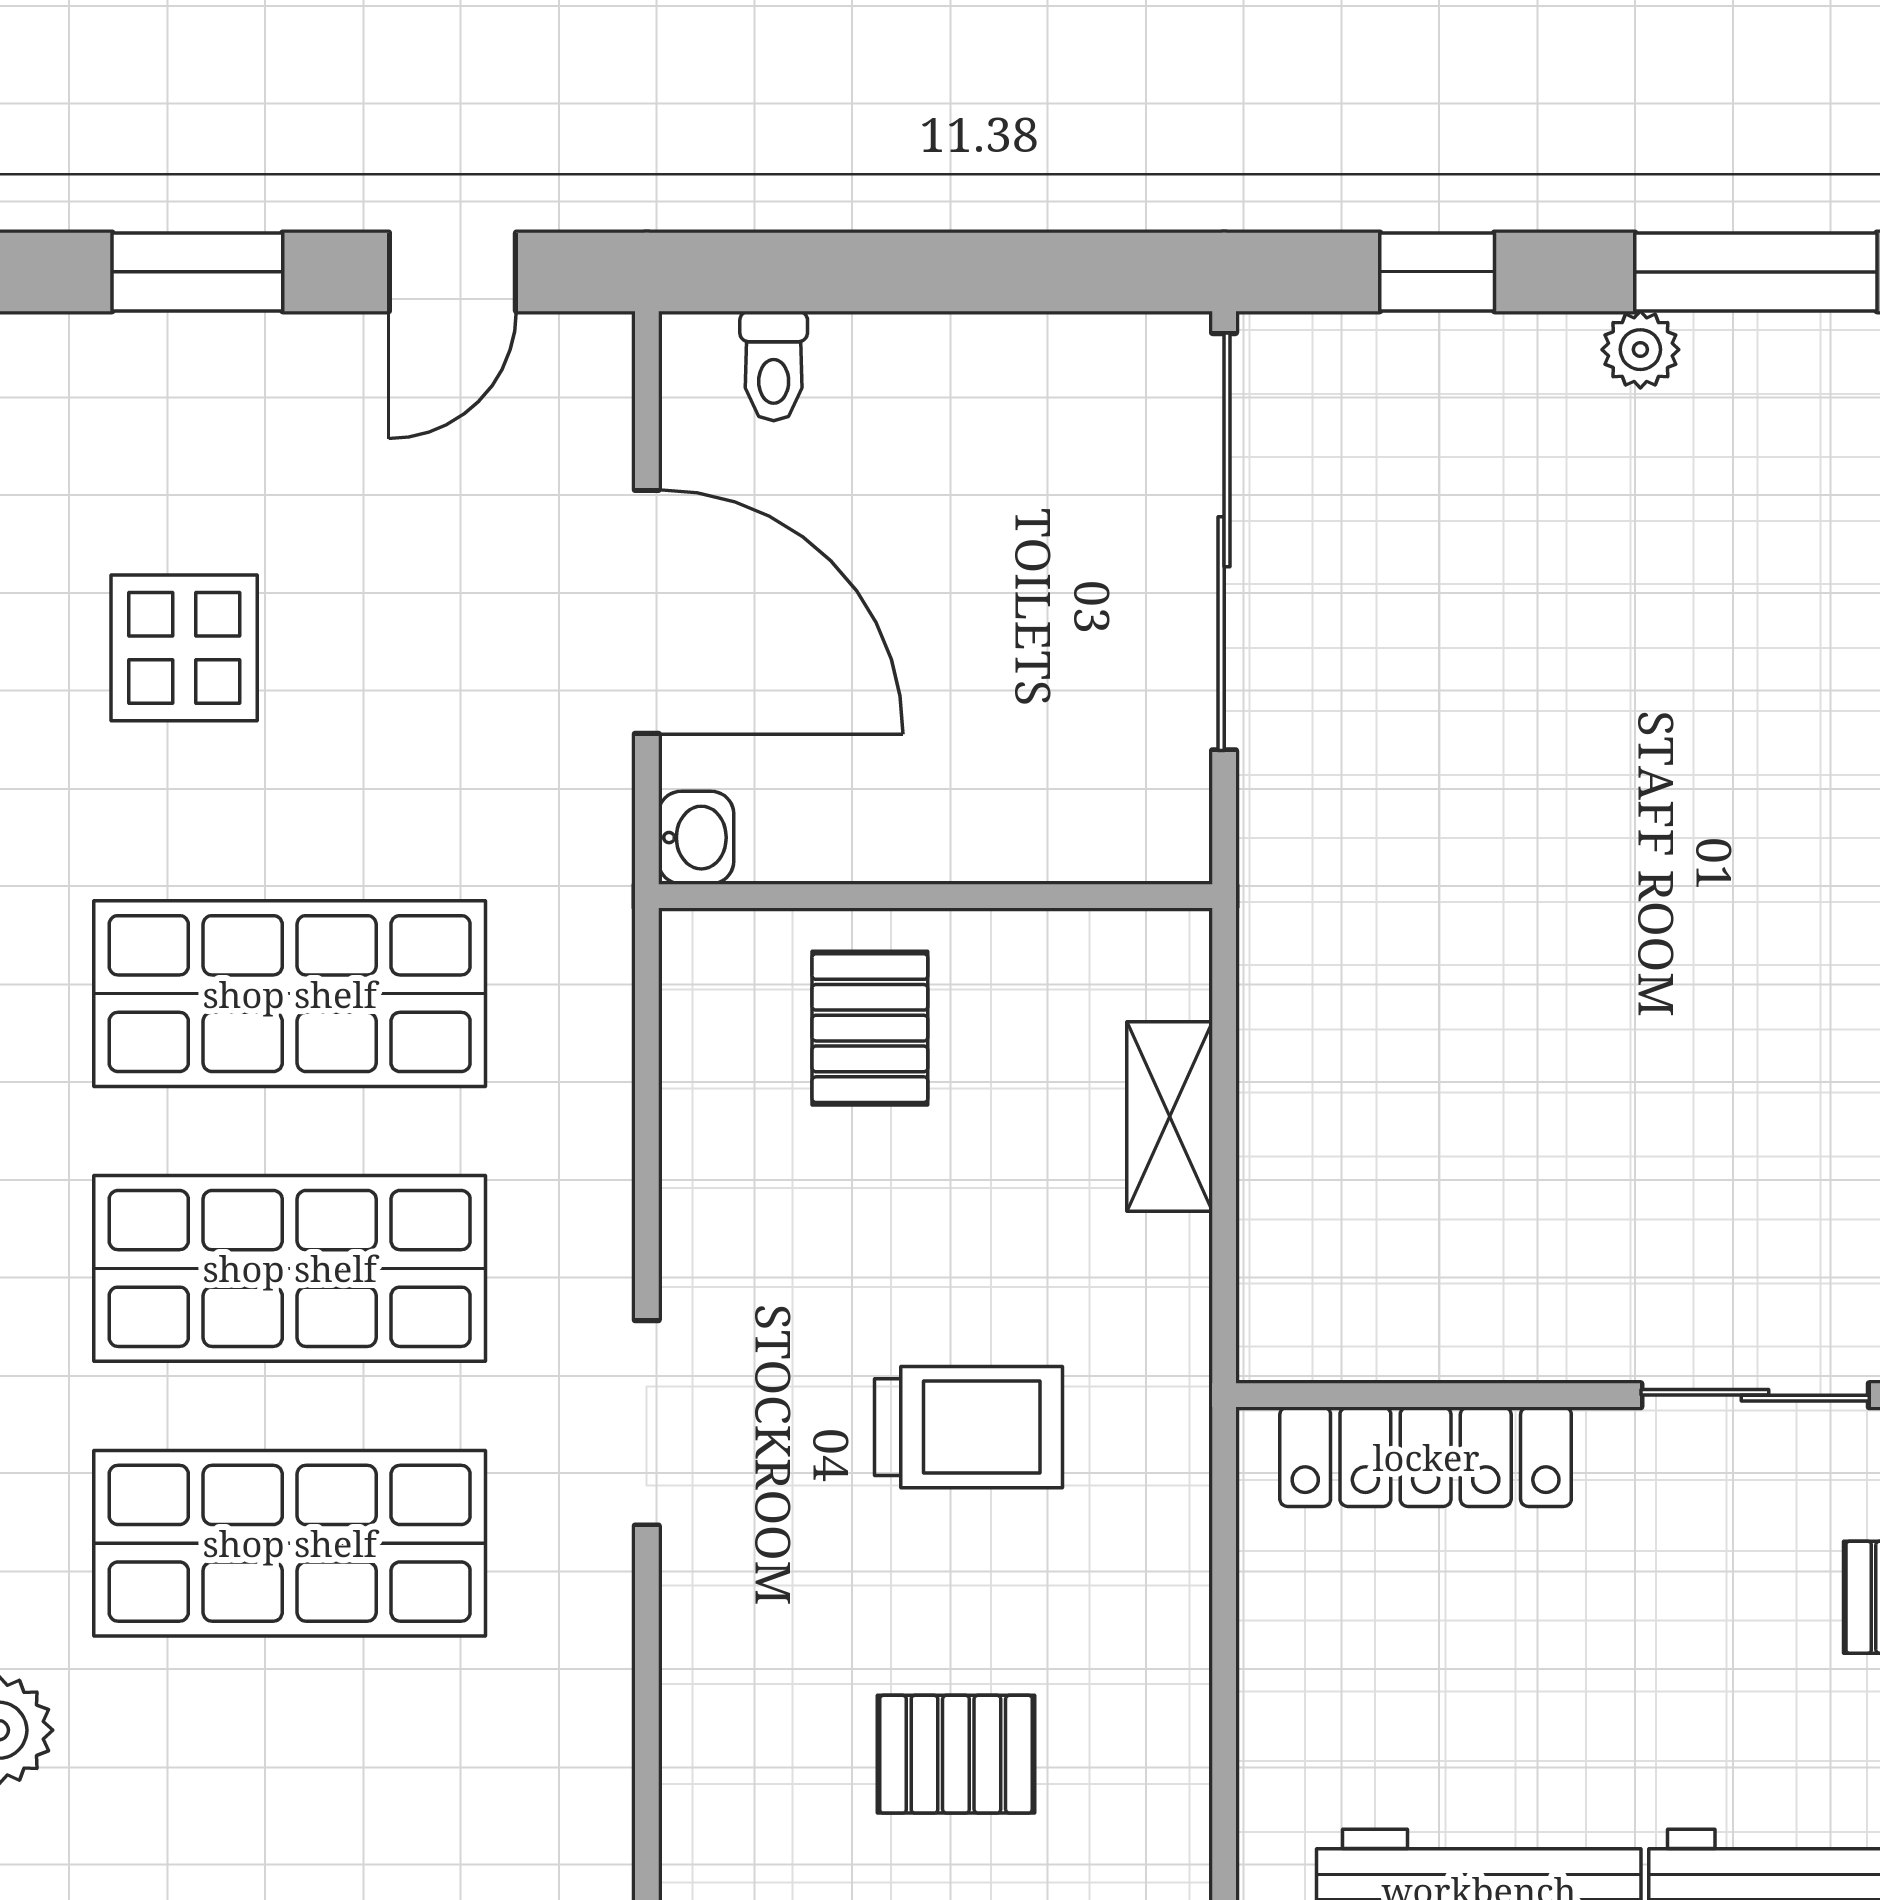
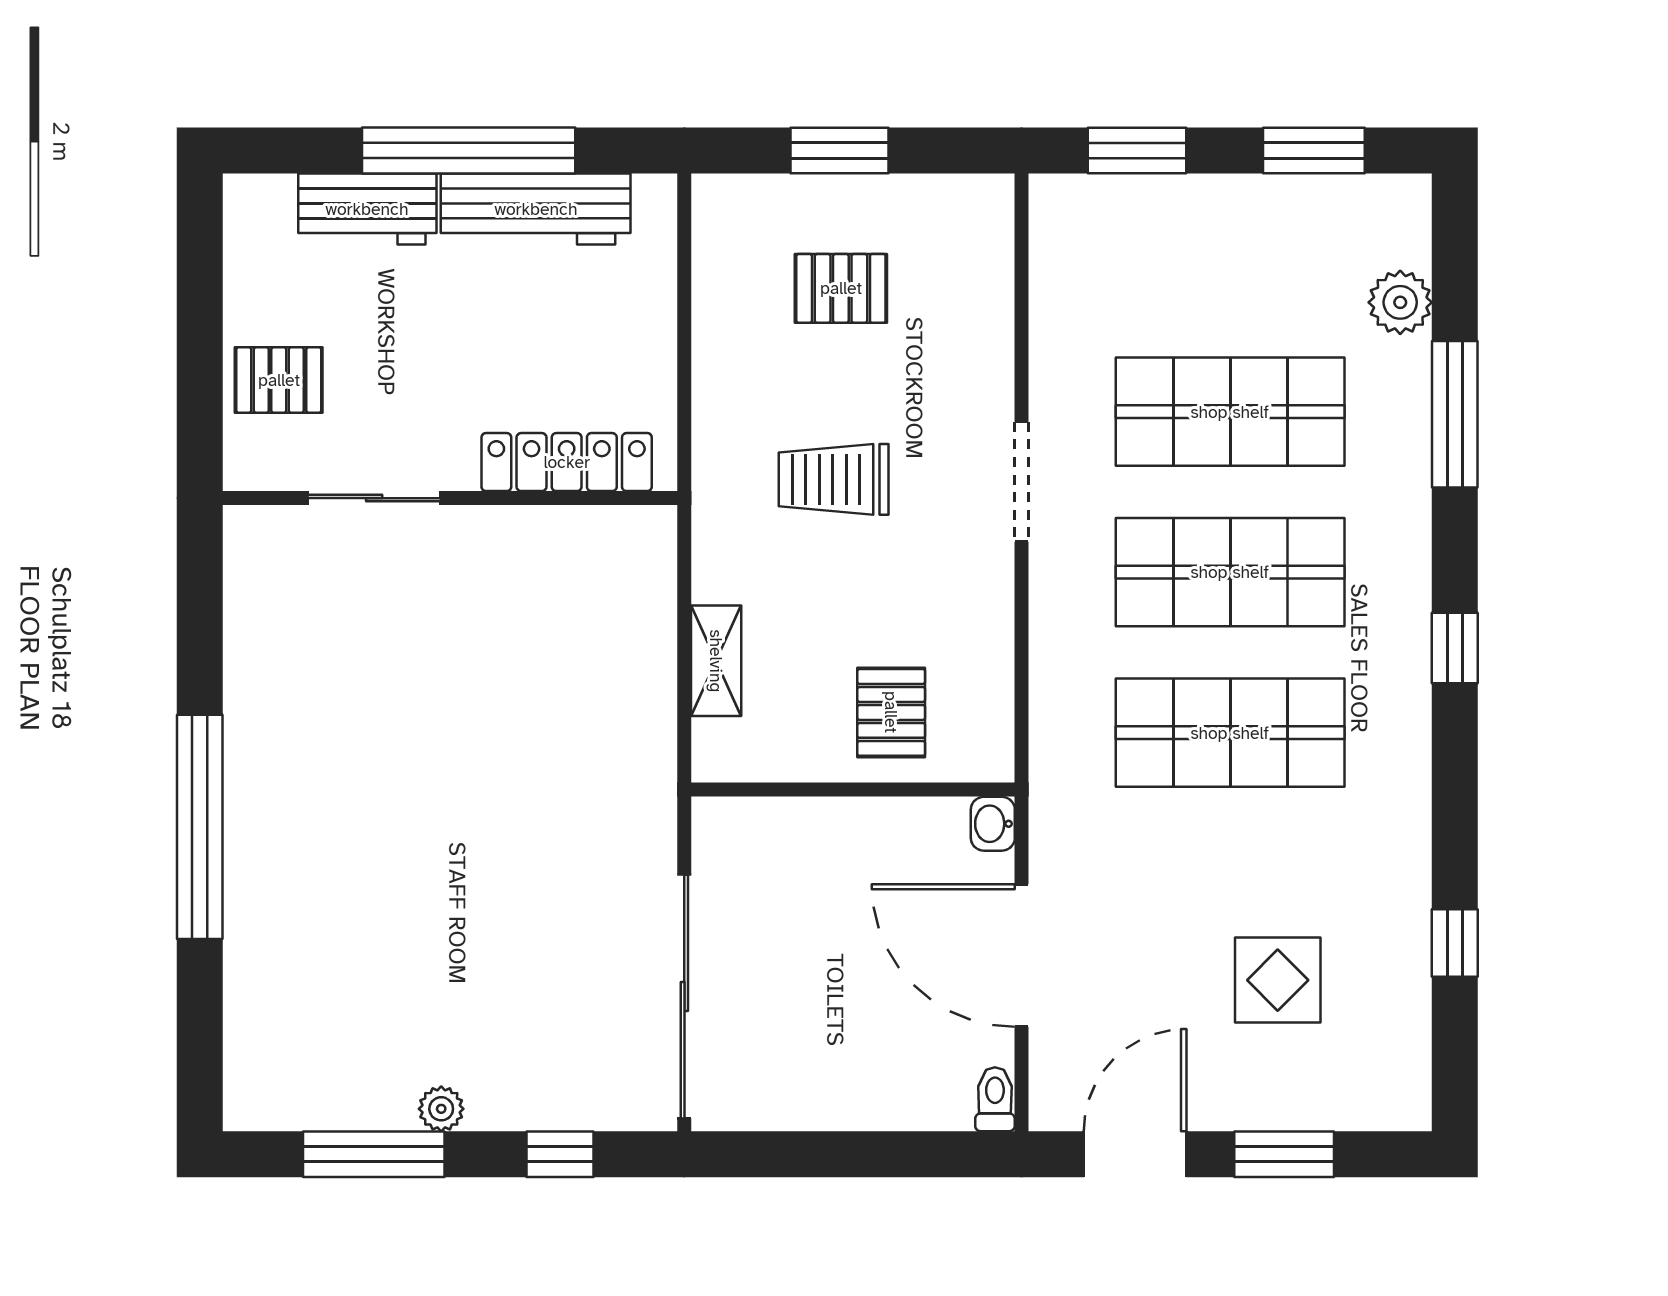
door: (452, 272) -> (1135, 1154), width x1.38
toilet: (774, 366) -> (995, 1099), moved
display table: (184, 648) -> (1278, 980), moved

